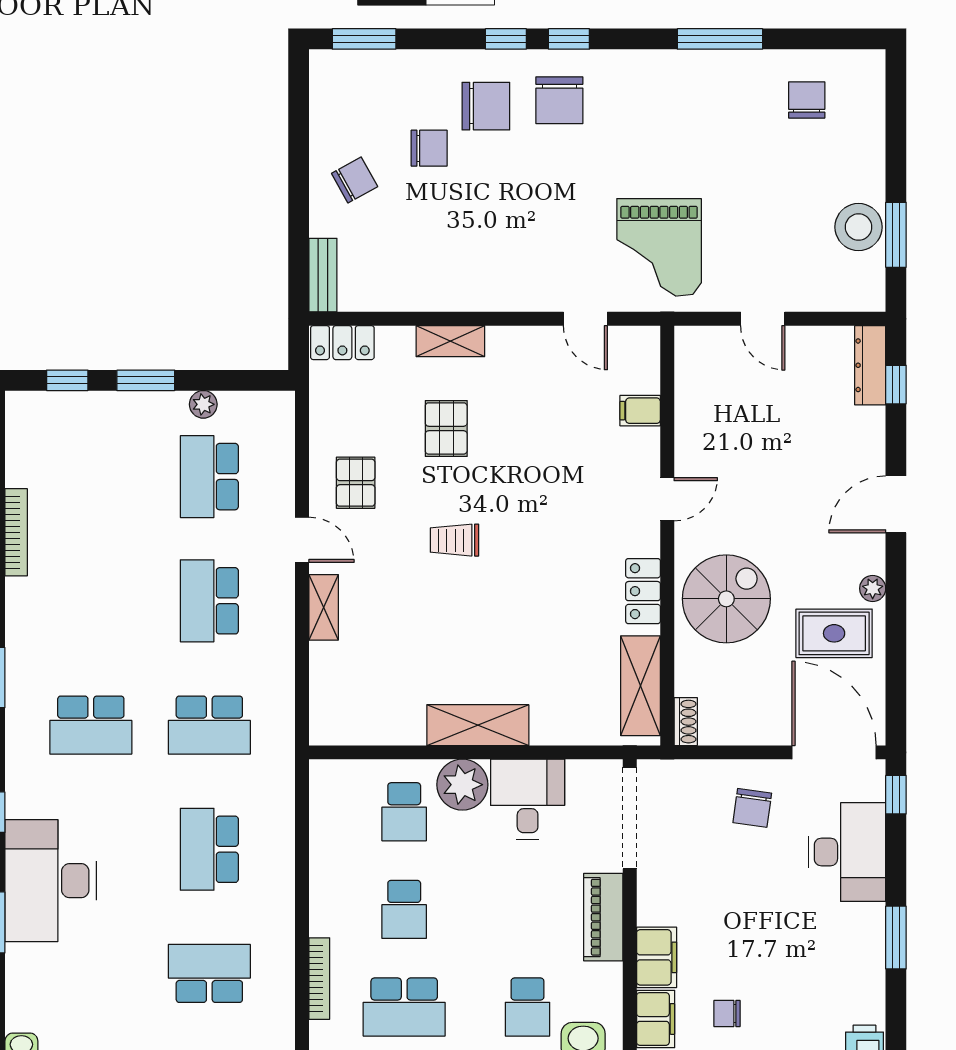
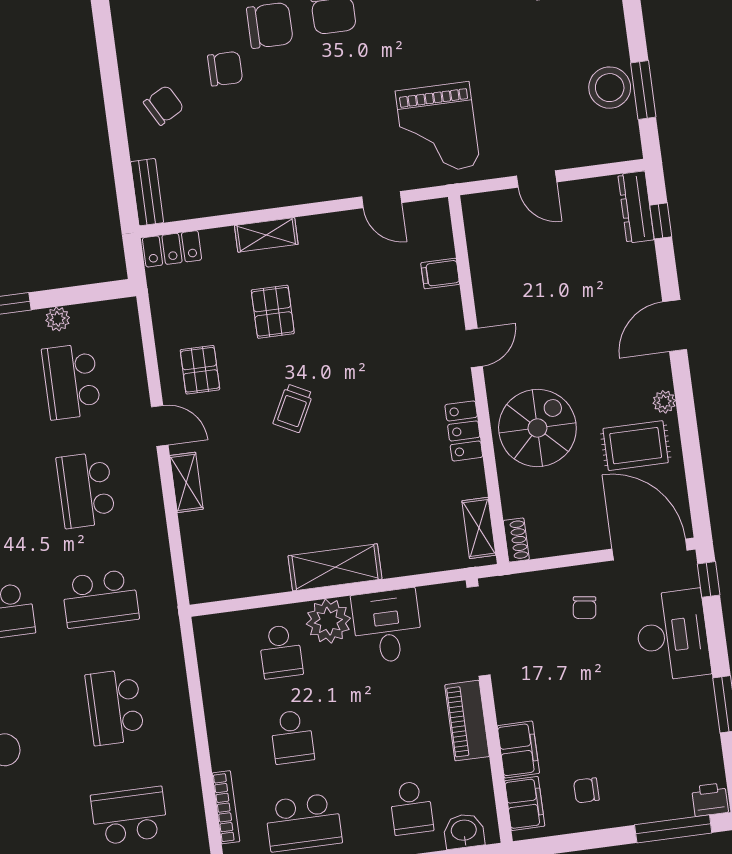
trolley: (454, 540) -> (293, 408), turned -63
shelving: (640, 686) -> (479, 528), width x0.67, depth x0.75
chair: (752, 808) -> (585, 608), width x0.73, depth x0.73

